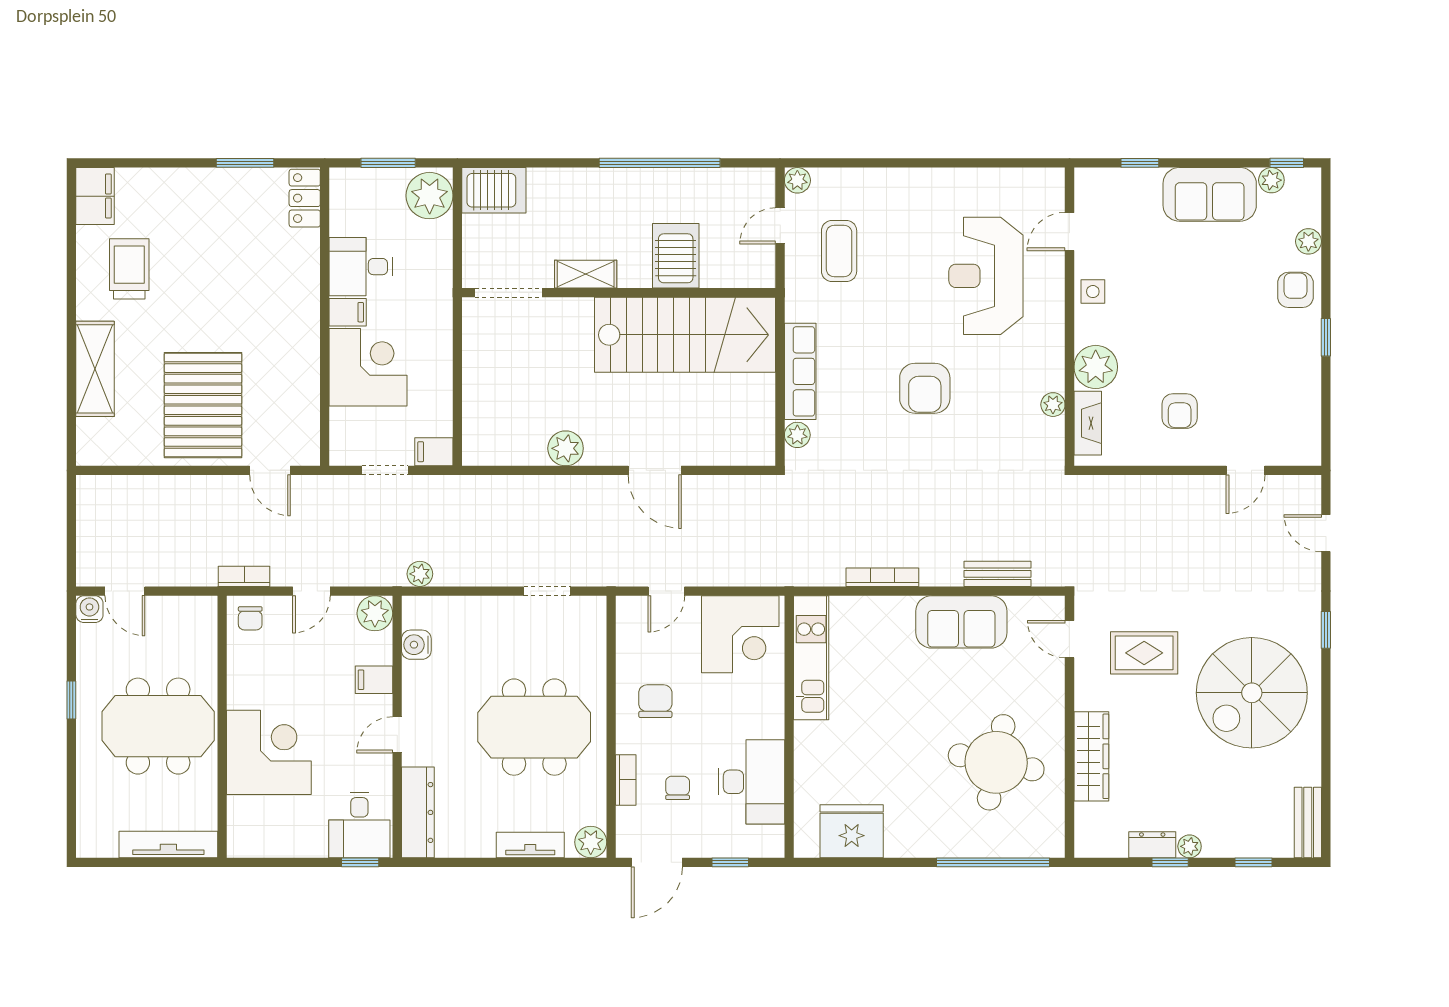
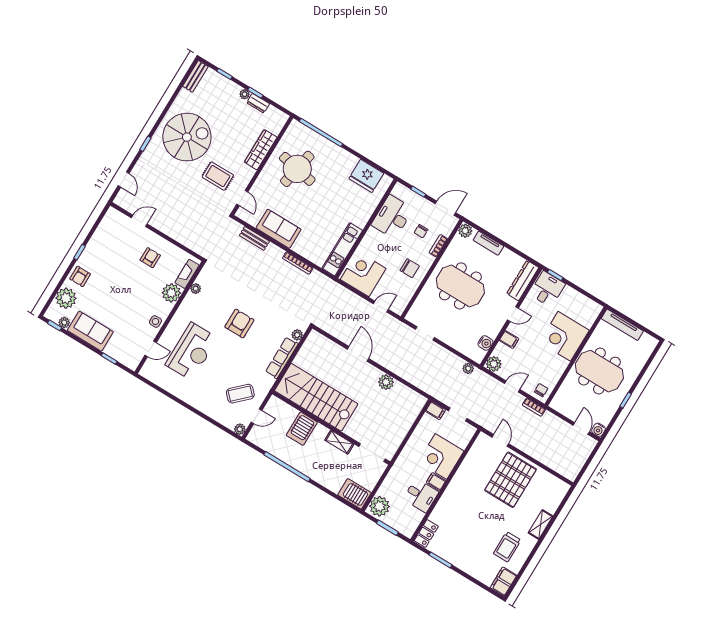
plant: (1308, 241) -> (66, 298), width x1.88, depth x1.88
coffee table: (839, 251) -> (240, 394), turned 46
shelving: (95, 369) -> (541, 524), width x0.67, depth x0.75
chair: (655, 701) -> (410, 268), turned -90

